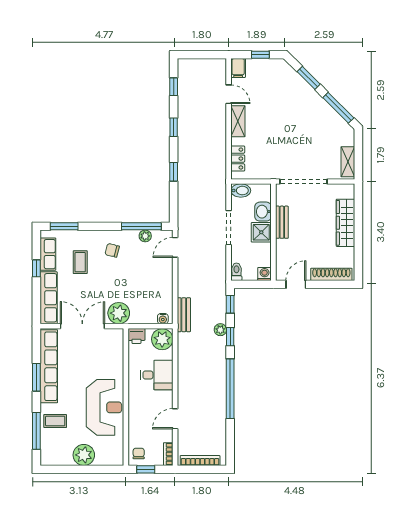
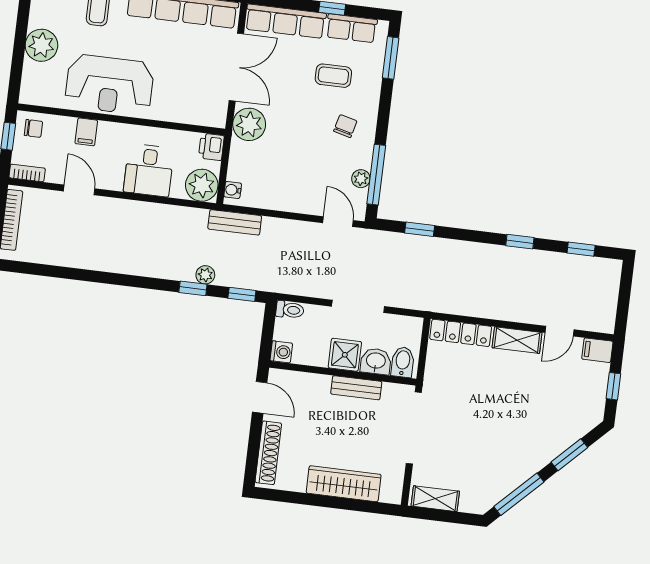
locker: (238, 159) -> (461, 333), width x1.53
window: (174, 172) -> (420, 229), moved
bidet: (241, 191) -> (403, 362), moved, turned 180
window: (230, 389) -> (114, 279), removed
filing cabinet: (137, 419) -> (86, 132), added

